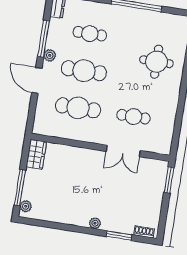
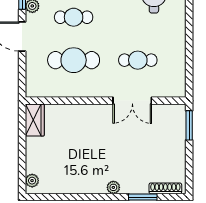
cafe table: (84, 71) -> (74, 17), width x0.73, depth x0.74
window: (20, 188) -> (22, 161), removed
shoe rack: (144, 232) -> (165, 188), width x1.43

